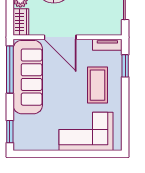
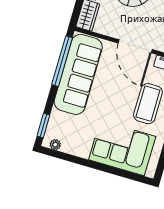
door: (60, 37) -> (135, 46), moved
plant: (25, 146) -> (55, 145), added

